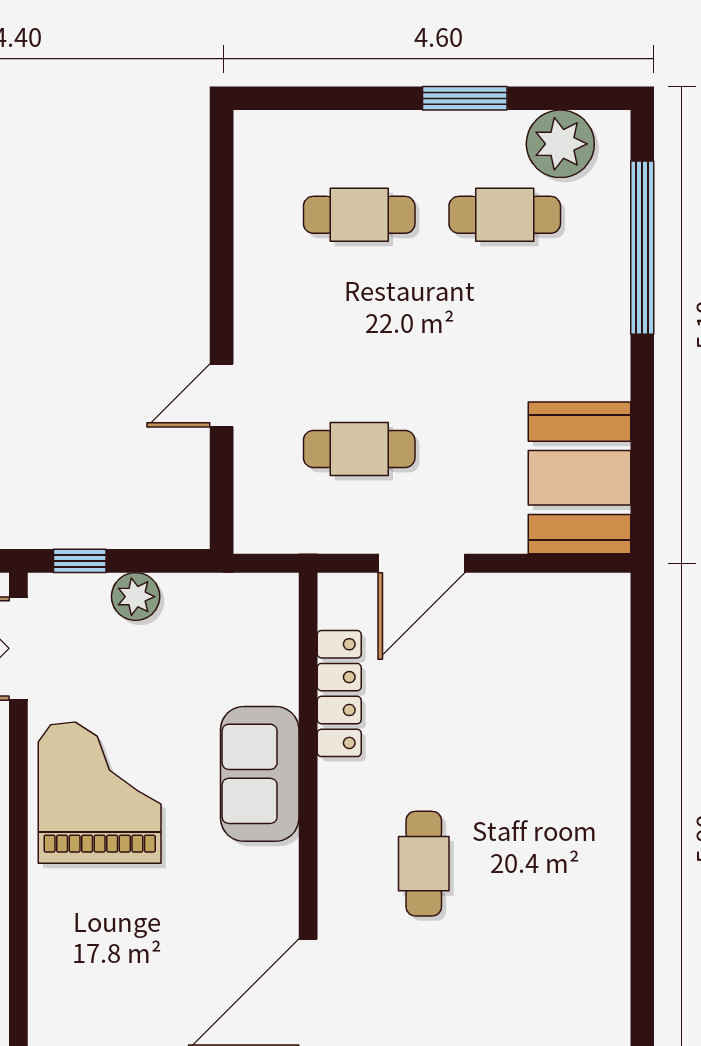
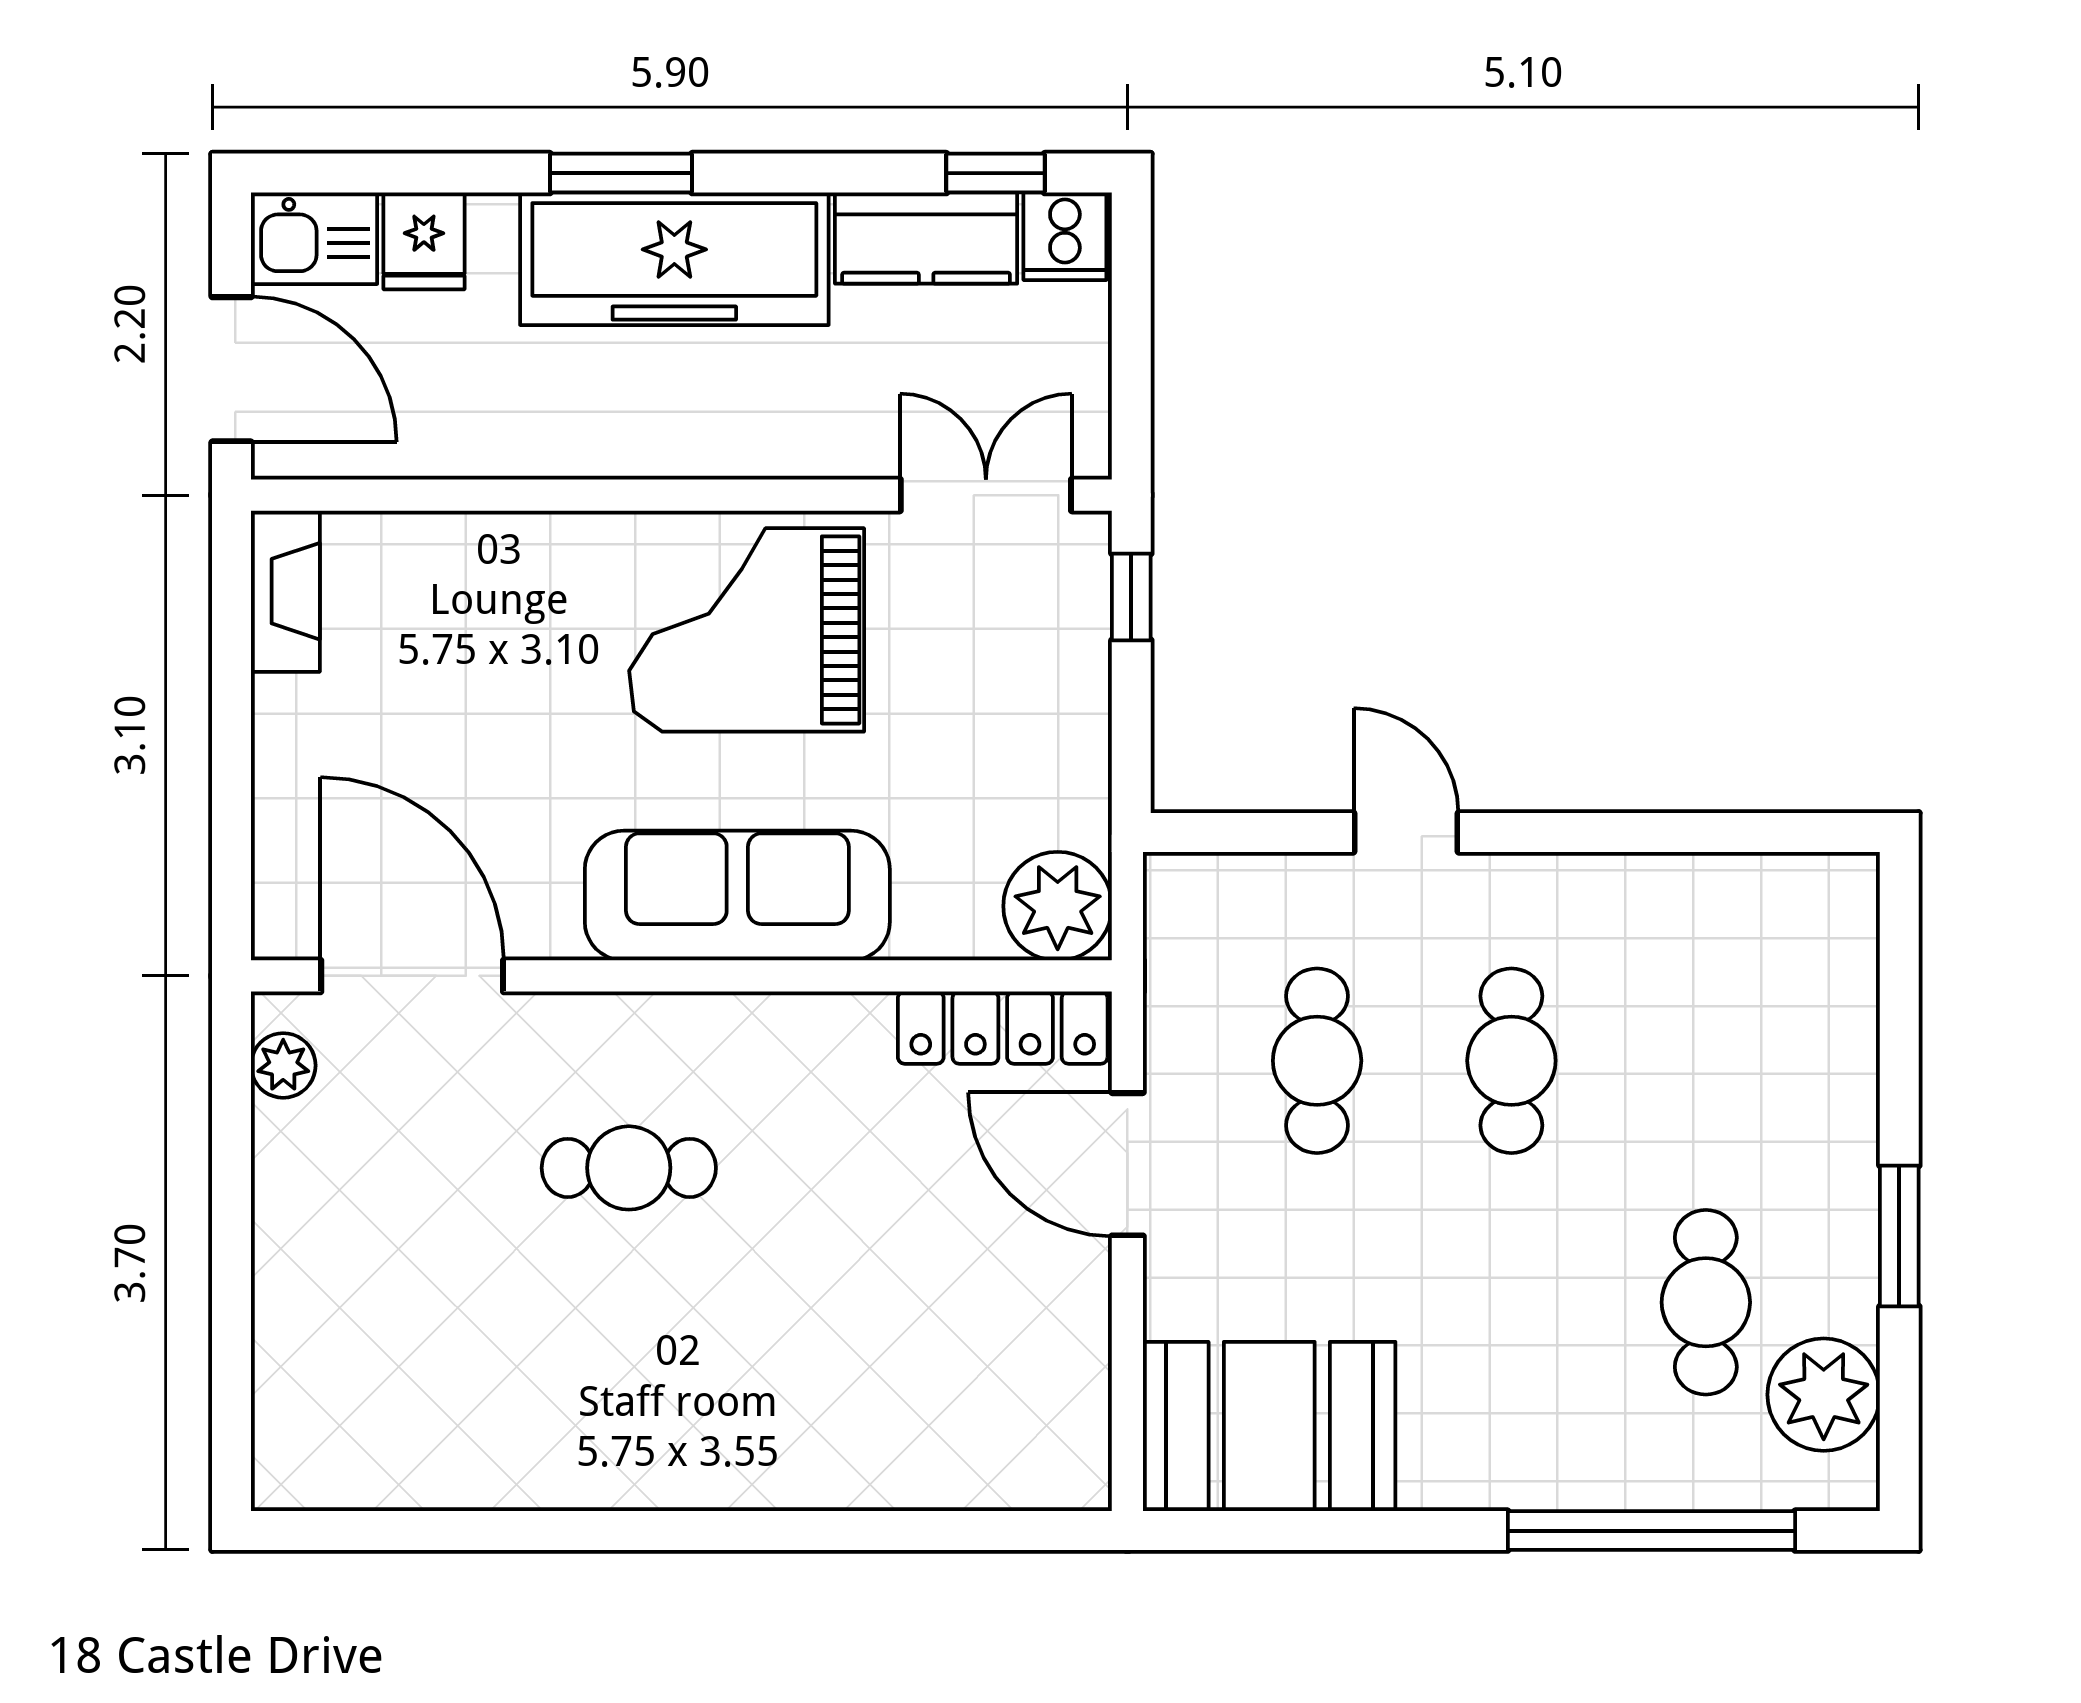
cafe table: (359, 215) -> (1511, 1061), moved
plant: (136, 597) -> (1058, 906), moved, width x1.36, depth x1.36
locker: (339, 694) -> (1003, 1028), moved
sofa: (260, 774) -> (737, 896), width x1.36
grand piano: (100, 793) -> (747, 630), turned 180

